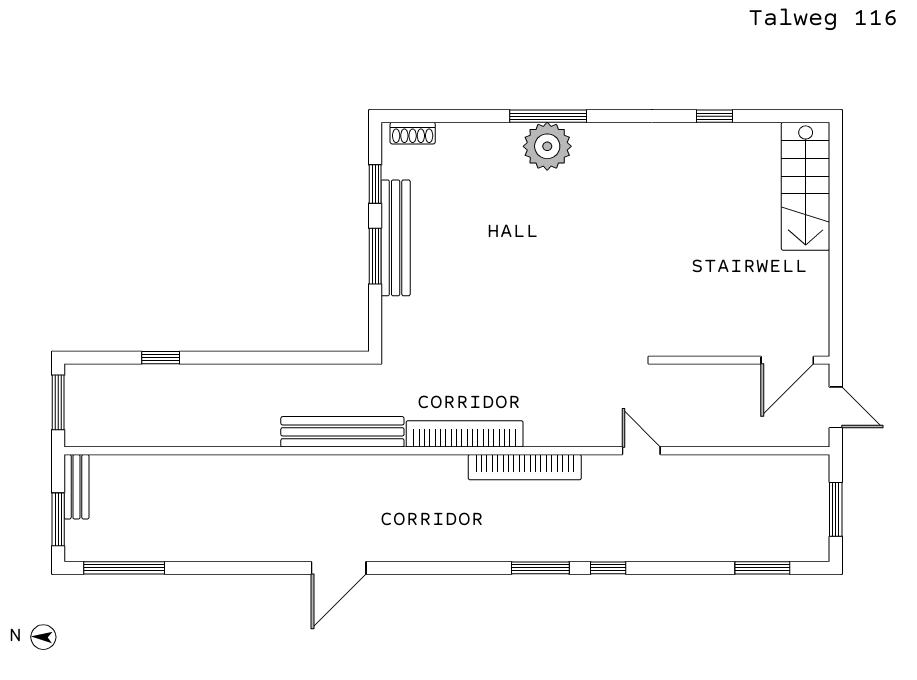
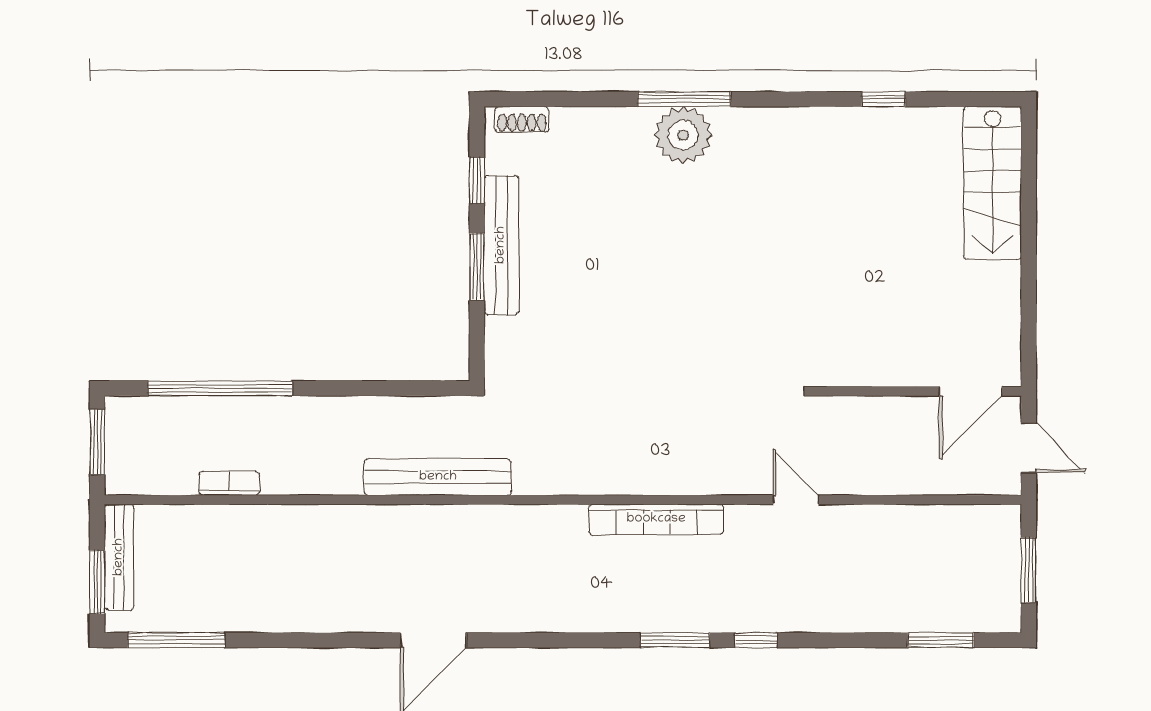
window: (161, 358) -> (220, 388), width x3.17
bookcase: (465, 434) -> (229, 483), moved, width x0.43, depth x0.76
bench: (76, 487) -> (119, 557), width x1.36

